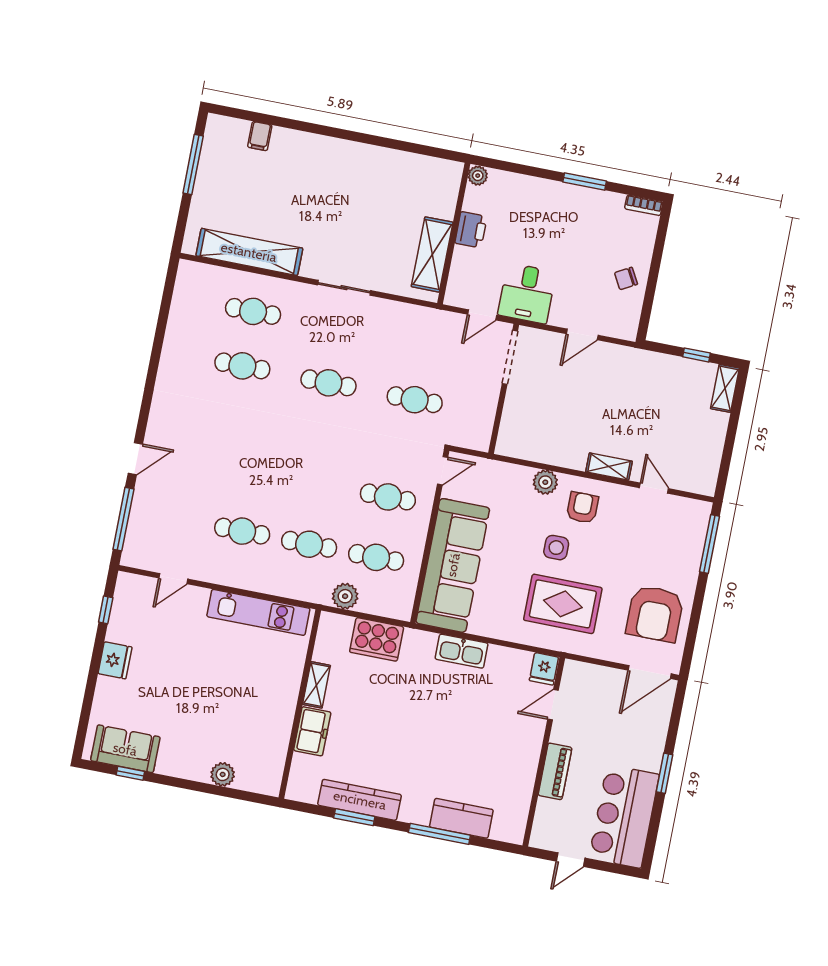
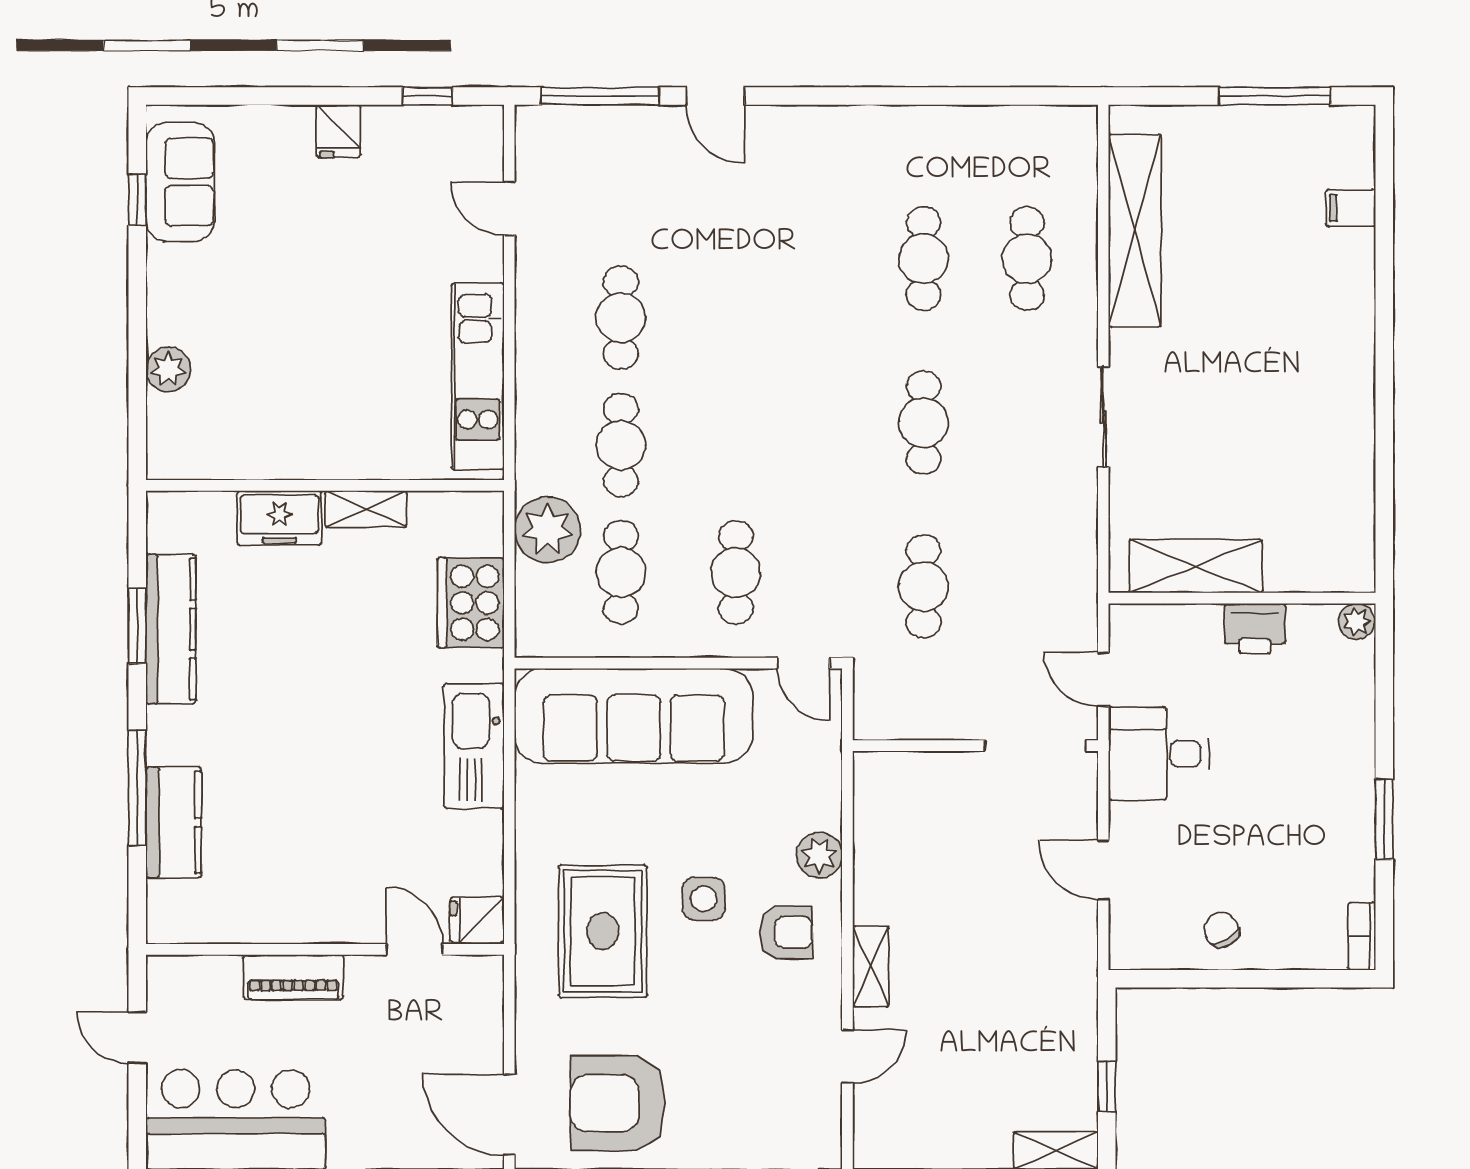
plant: (345, 596) -> (547, 530), width x1.36, depth x1.36
kitchen sink: (462, 651) -> (474, 746), width x1.36, depth x1.24
fridge: (115, 660) -> (338, 131), width x0.72

